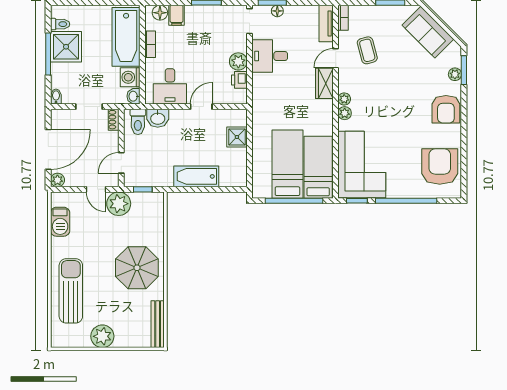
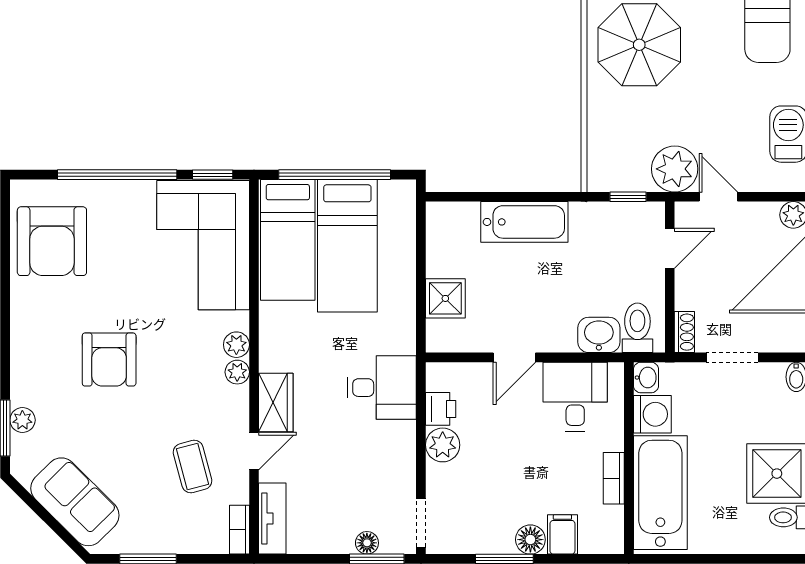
floor lamp: (160, 13) -> (530, 540), moved
desk: (270, 56) -> (382, 388), moved
armchair: (446, 109) -> (109, 359), moved, turned 180

